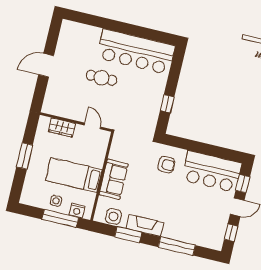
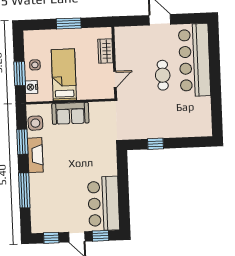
bar counter: (136, 52) -> (194, 60), moved
armchair: (166, 165) -> (98, 159), removed
window: (60, 218) -> (20, 74), width x0.69

